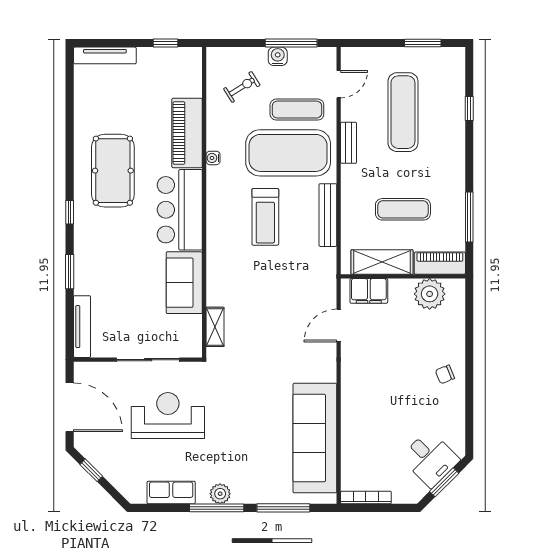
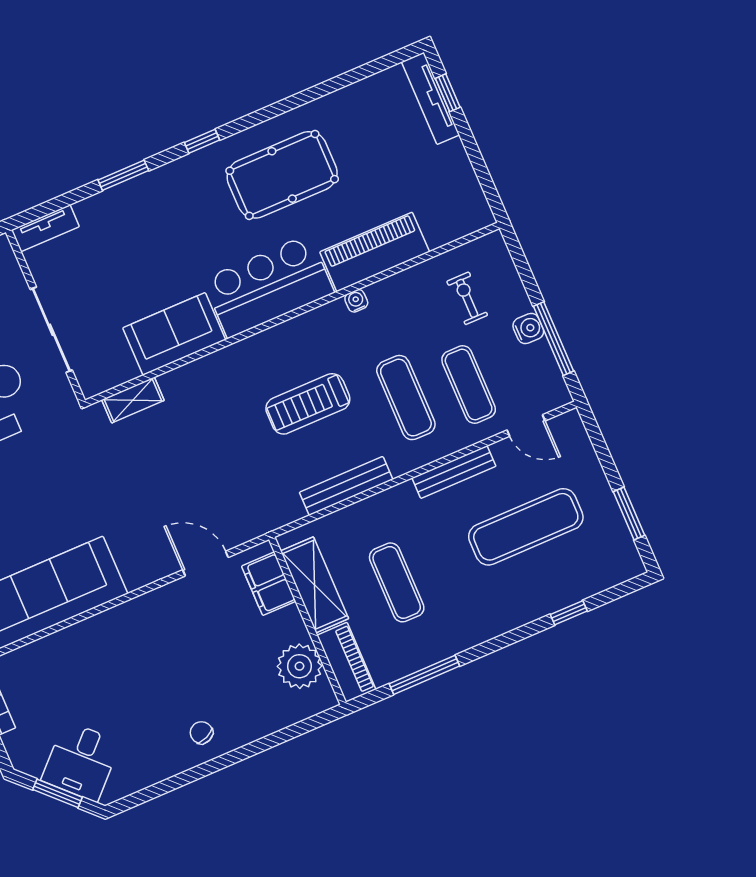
window: (166, 43) -> (448, 93), moved
exercise bike: (242, 87) -> (467, 298), turned -148
bench: (349, 143) -> (454, 472), width x1.36
exercise mat: (288, 153) -> (406, 398), width x0.50, depth x0.69
tv unit: (82, 327) -> (45, 228), width x0.71

